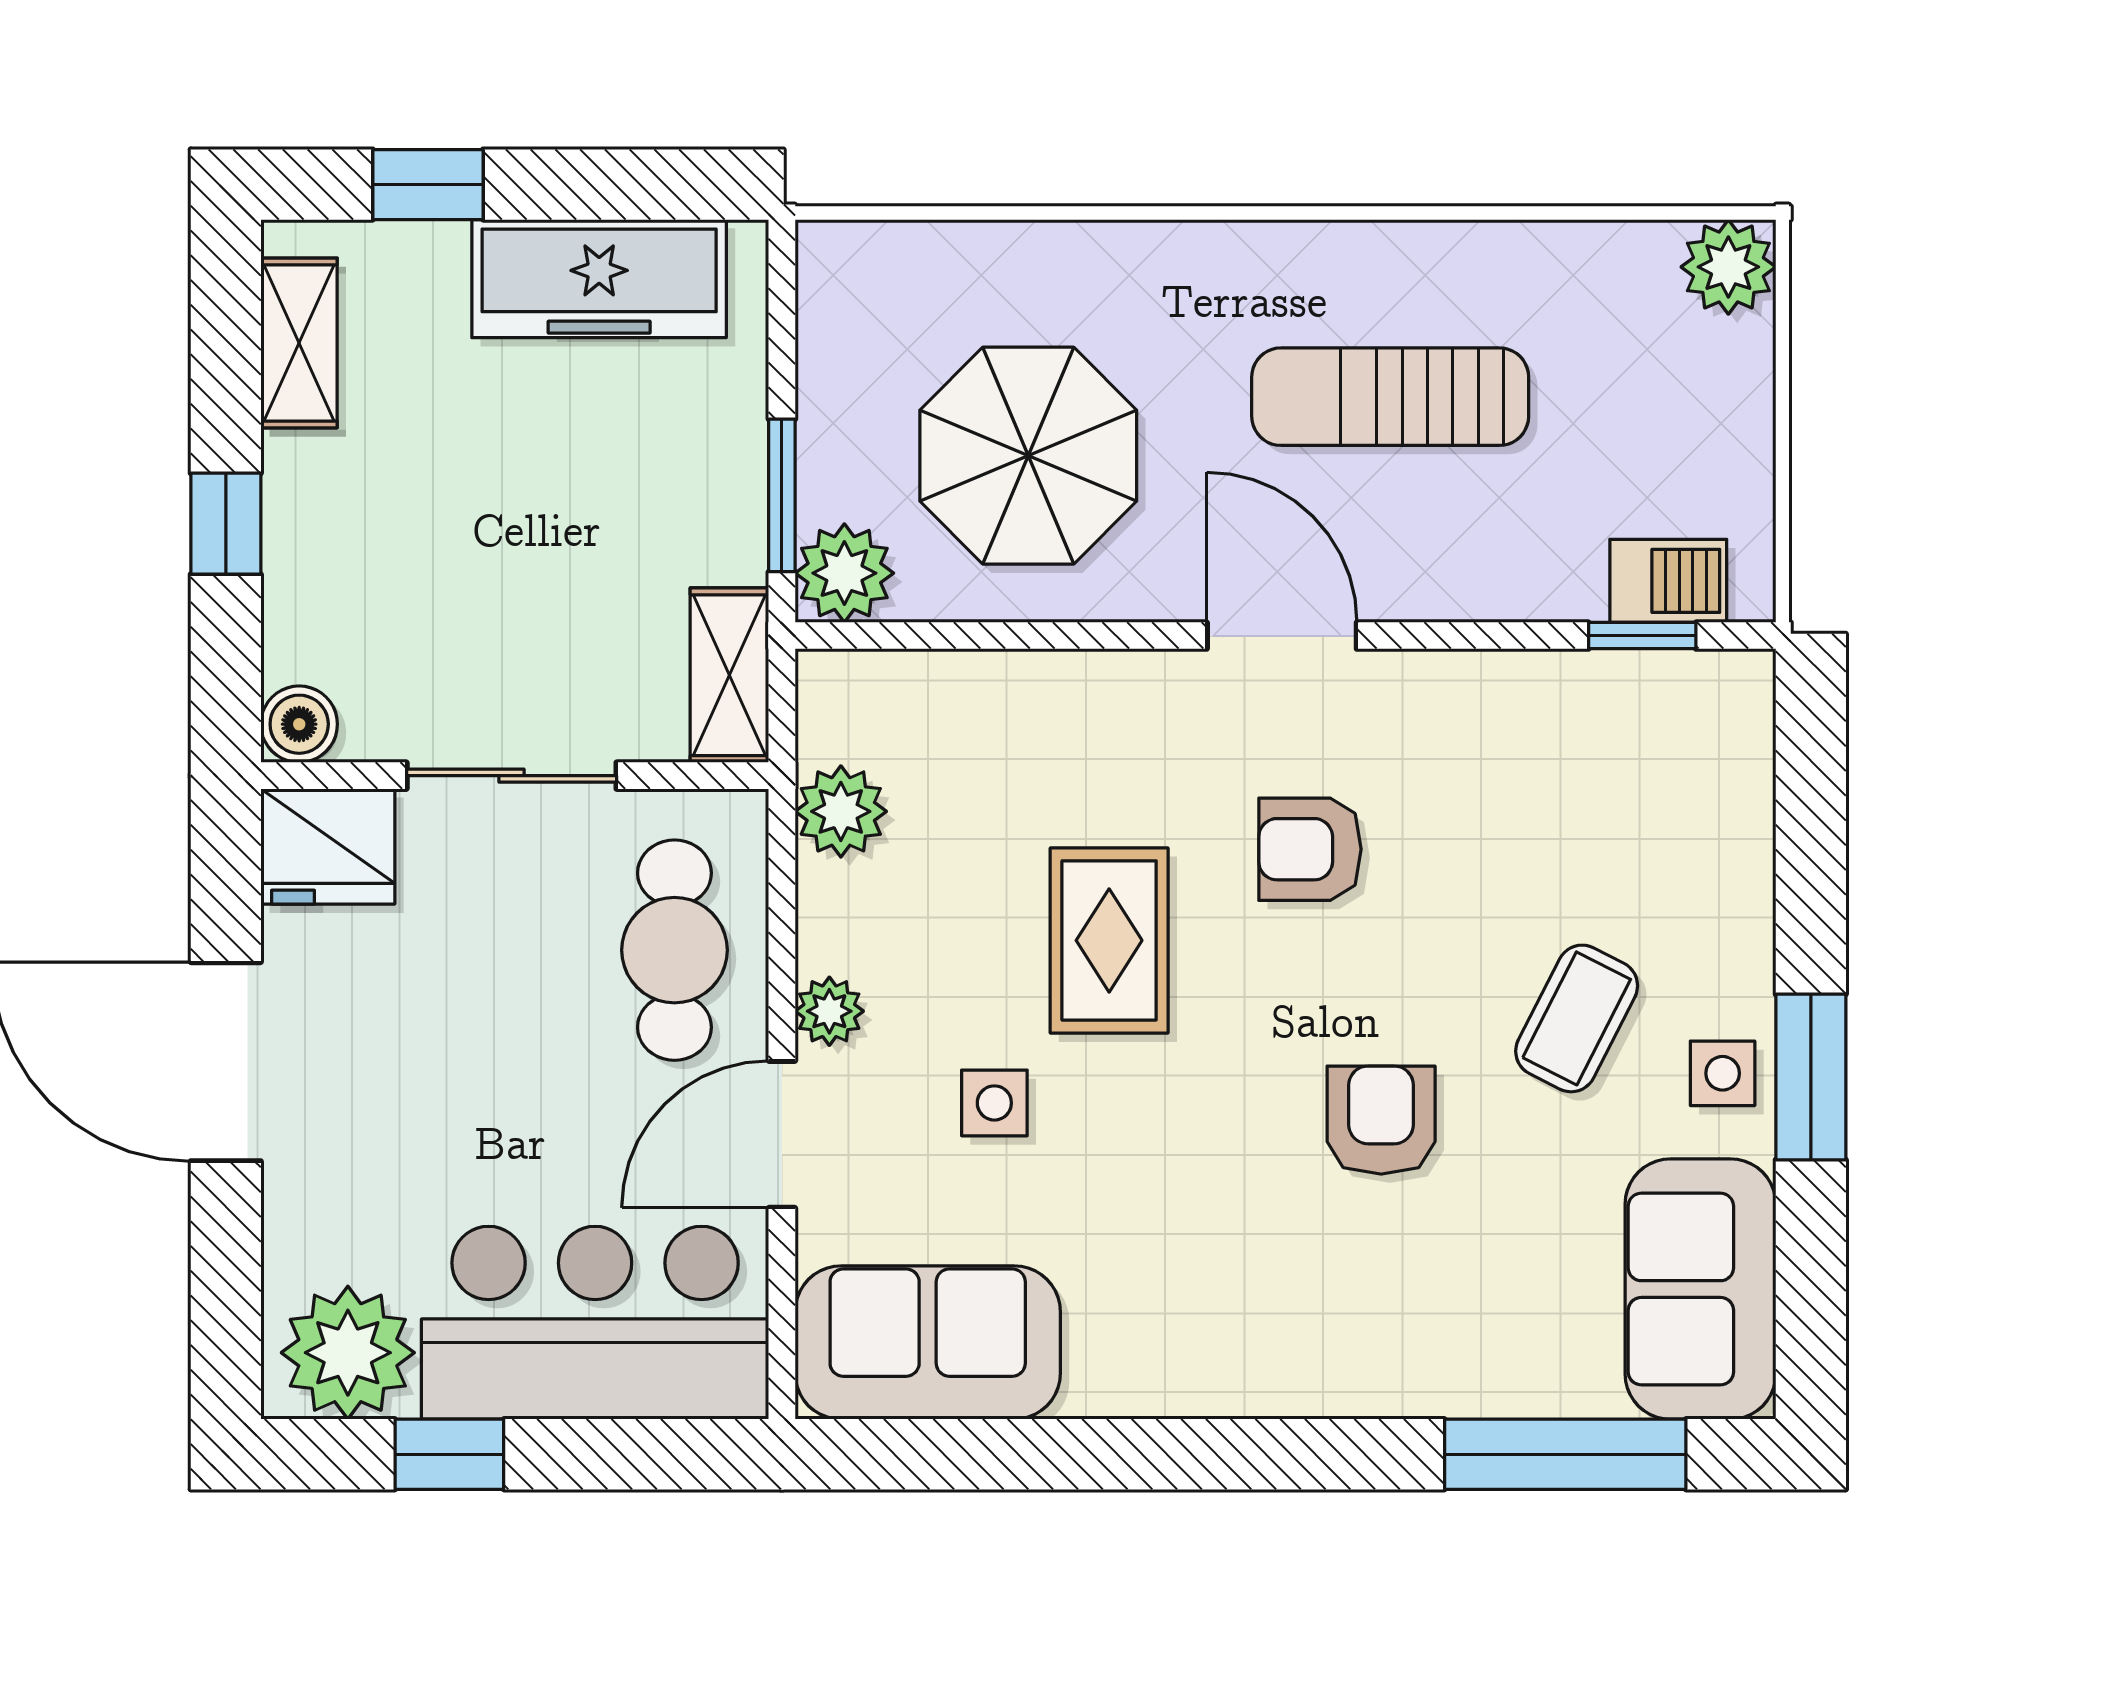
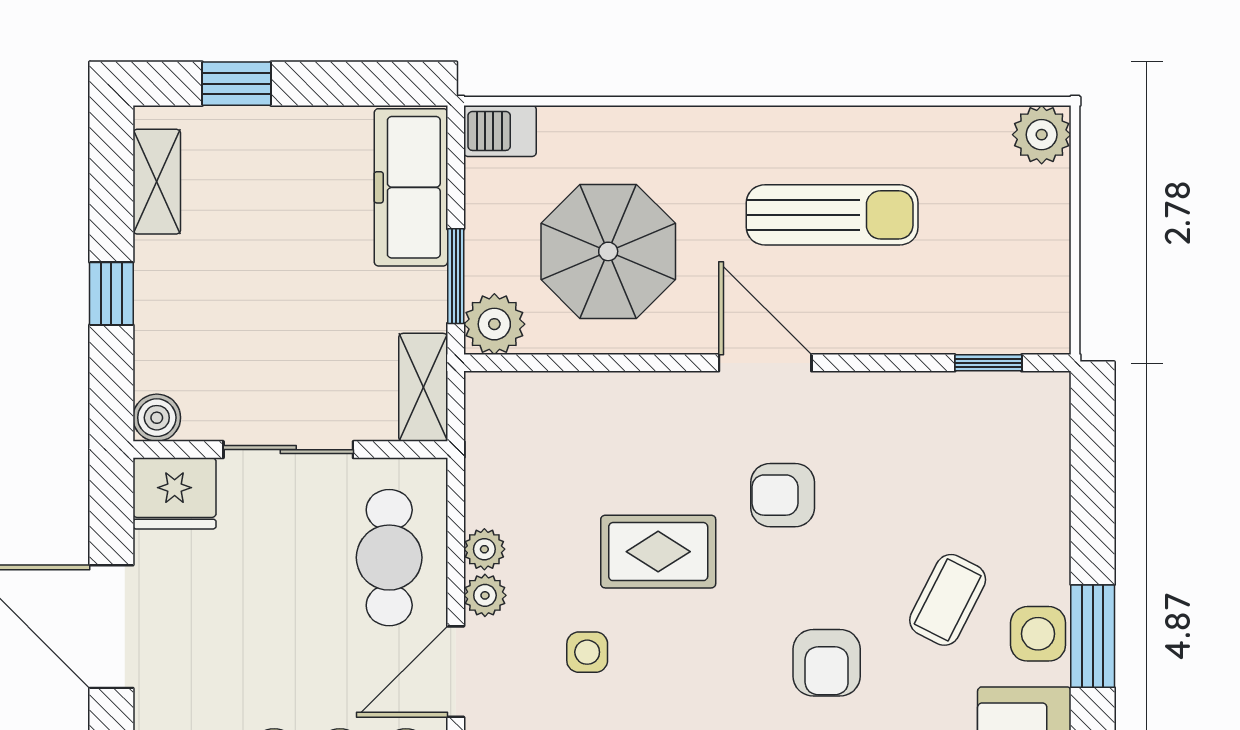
freezer: (599, 279) -> (411, 187), moved, turned 90
sun lounger: (1390, 397) -> (832, 215), turned 180
barbecue: (1668, 581) -> (500, 131), moved, turned 180
plant: (841, 811) -> (484, 549), moved, width x0.73, depth x0.73
rug: (1109, 940) -> (658, 552), turned 90
side table: (1723, 1073) -> (1038, 634), width x1.37, depth x1.37
armchair: (1381, 1120) -> (827, 663), turned 180

